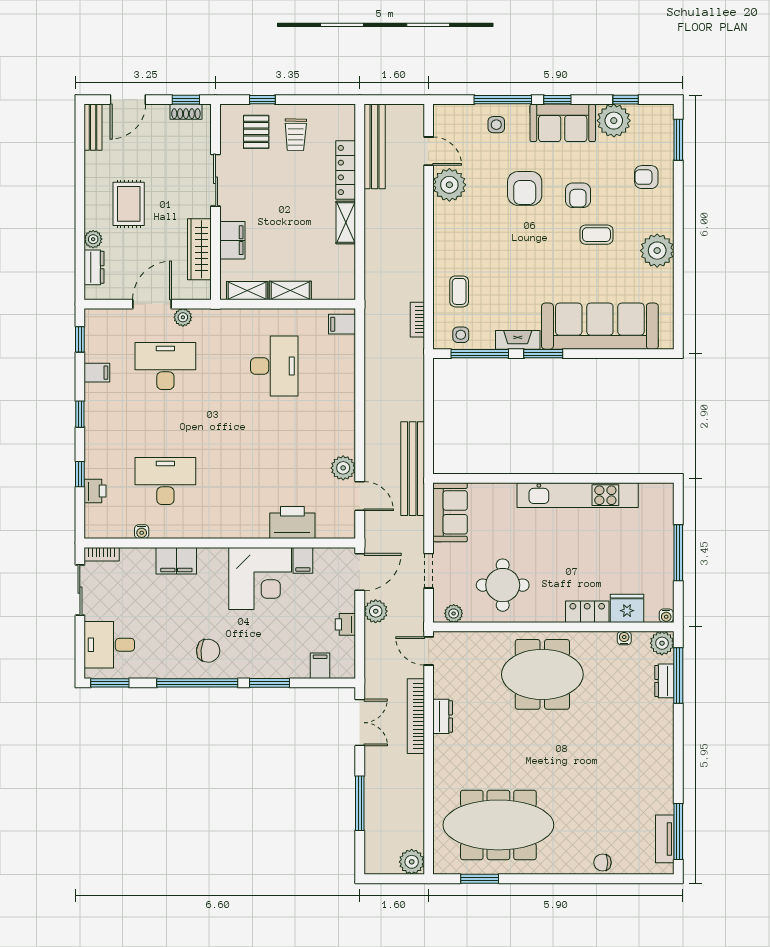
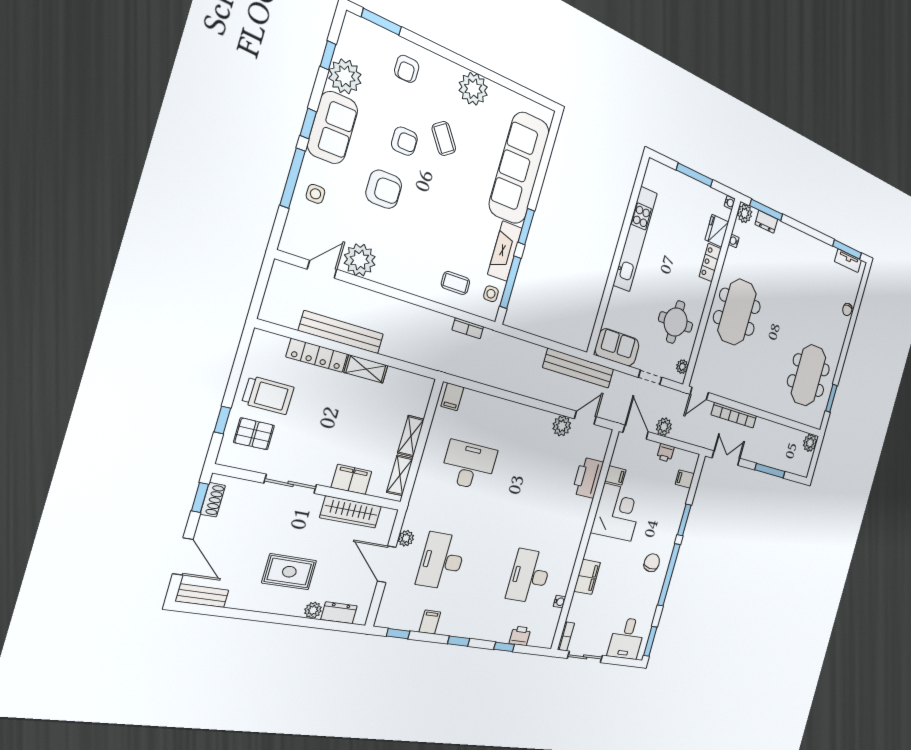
trolley: (296, 135) -> (268, 395), width x1.36, depth x1.39
bench: (375, 146) -> (342, 332), moved
coffee table: (596, 235) -> (444, 139), turned -36
fireplace: (518, 340) -> (505, 251), width x1.37, depth x1.32
dresser: (443, 716) -> (740, 395), removed
meeting table: (498, 825) -> (809, 375), width x0.73

